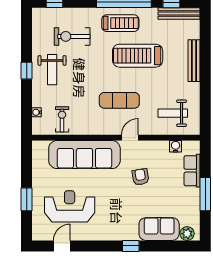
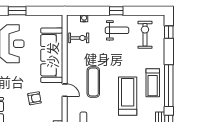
exercise bike: (72, 36) -> (145, 35), moved
weight bench: (52, 70) -> (117, 30), turned 180

